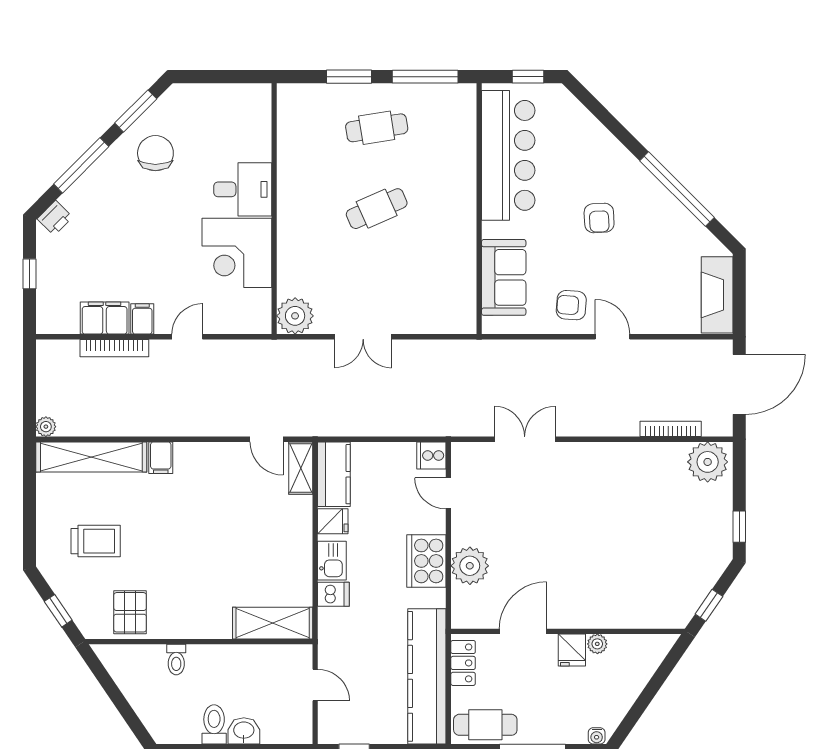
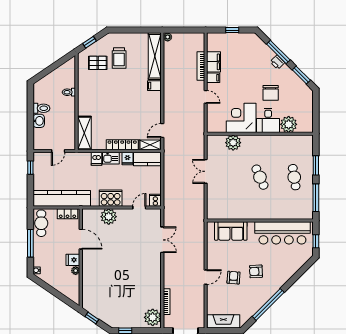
plant: (252, 141) -> (289, 124), added
chair: (155, 153) -> (271, 93), moved, turned 90
printer: (55, 218) -> (277, 62), moved
armchair: (571, 305) -> (234, 278), moved
plant: (295, 316) -> (233, 143), moved
locker: (300, 534) -> (122, 145), added
pallet: (130, 612) -> (98, 63), moved

